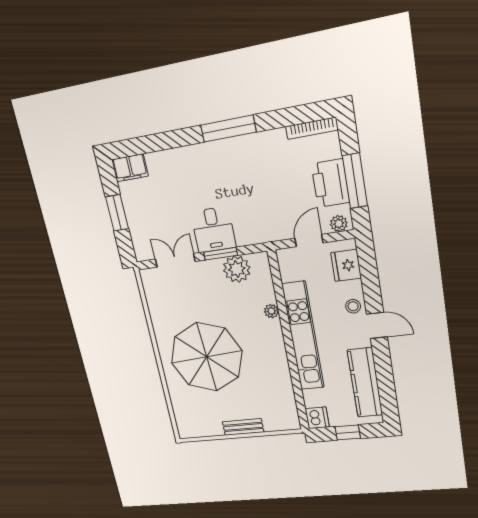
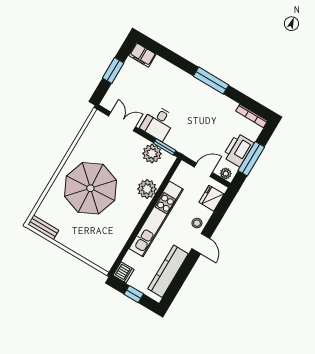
window: (221, 254) -> (165, 147), moved
plant: (271, 311) -> (147, 189), width x1.88, depth x1.88
bench: (243, 427) -> (43, 227), moved

